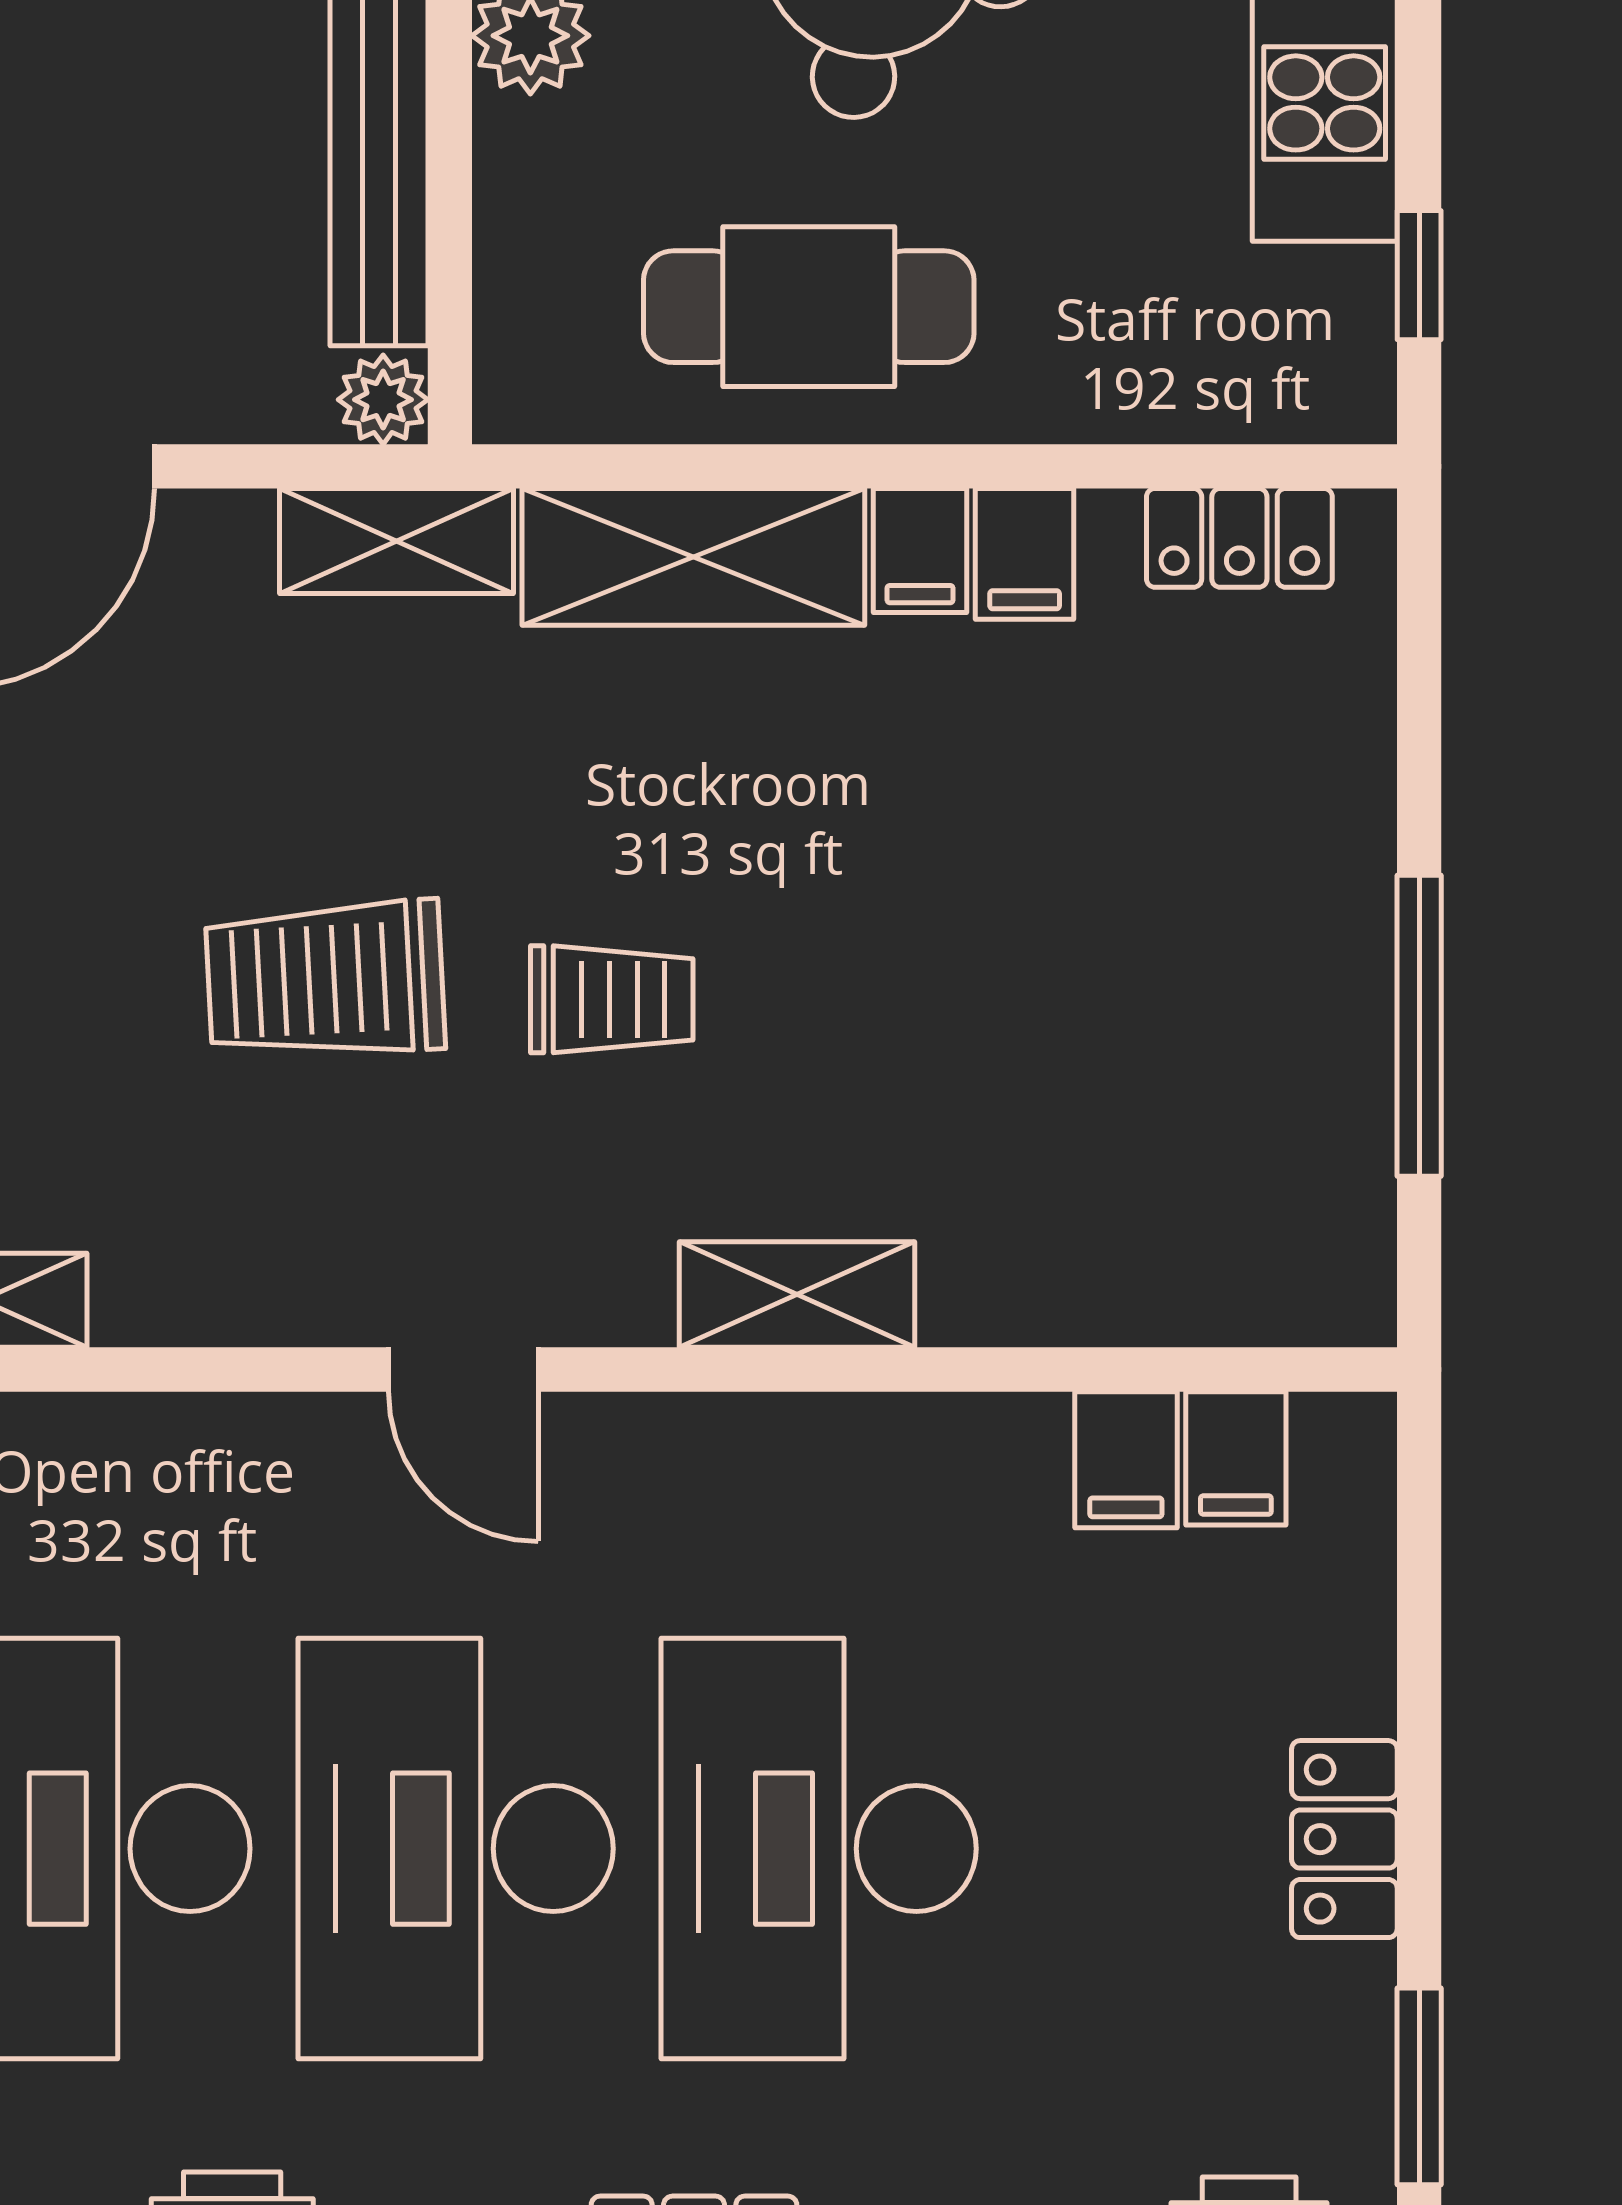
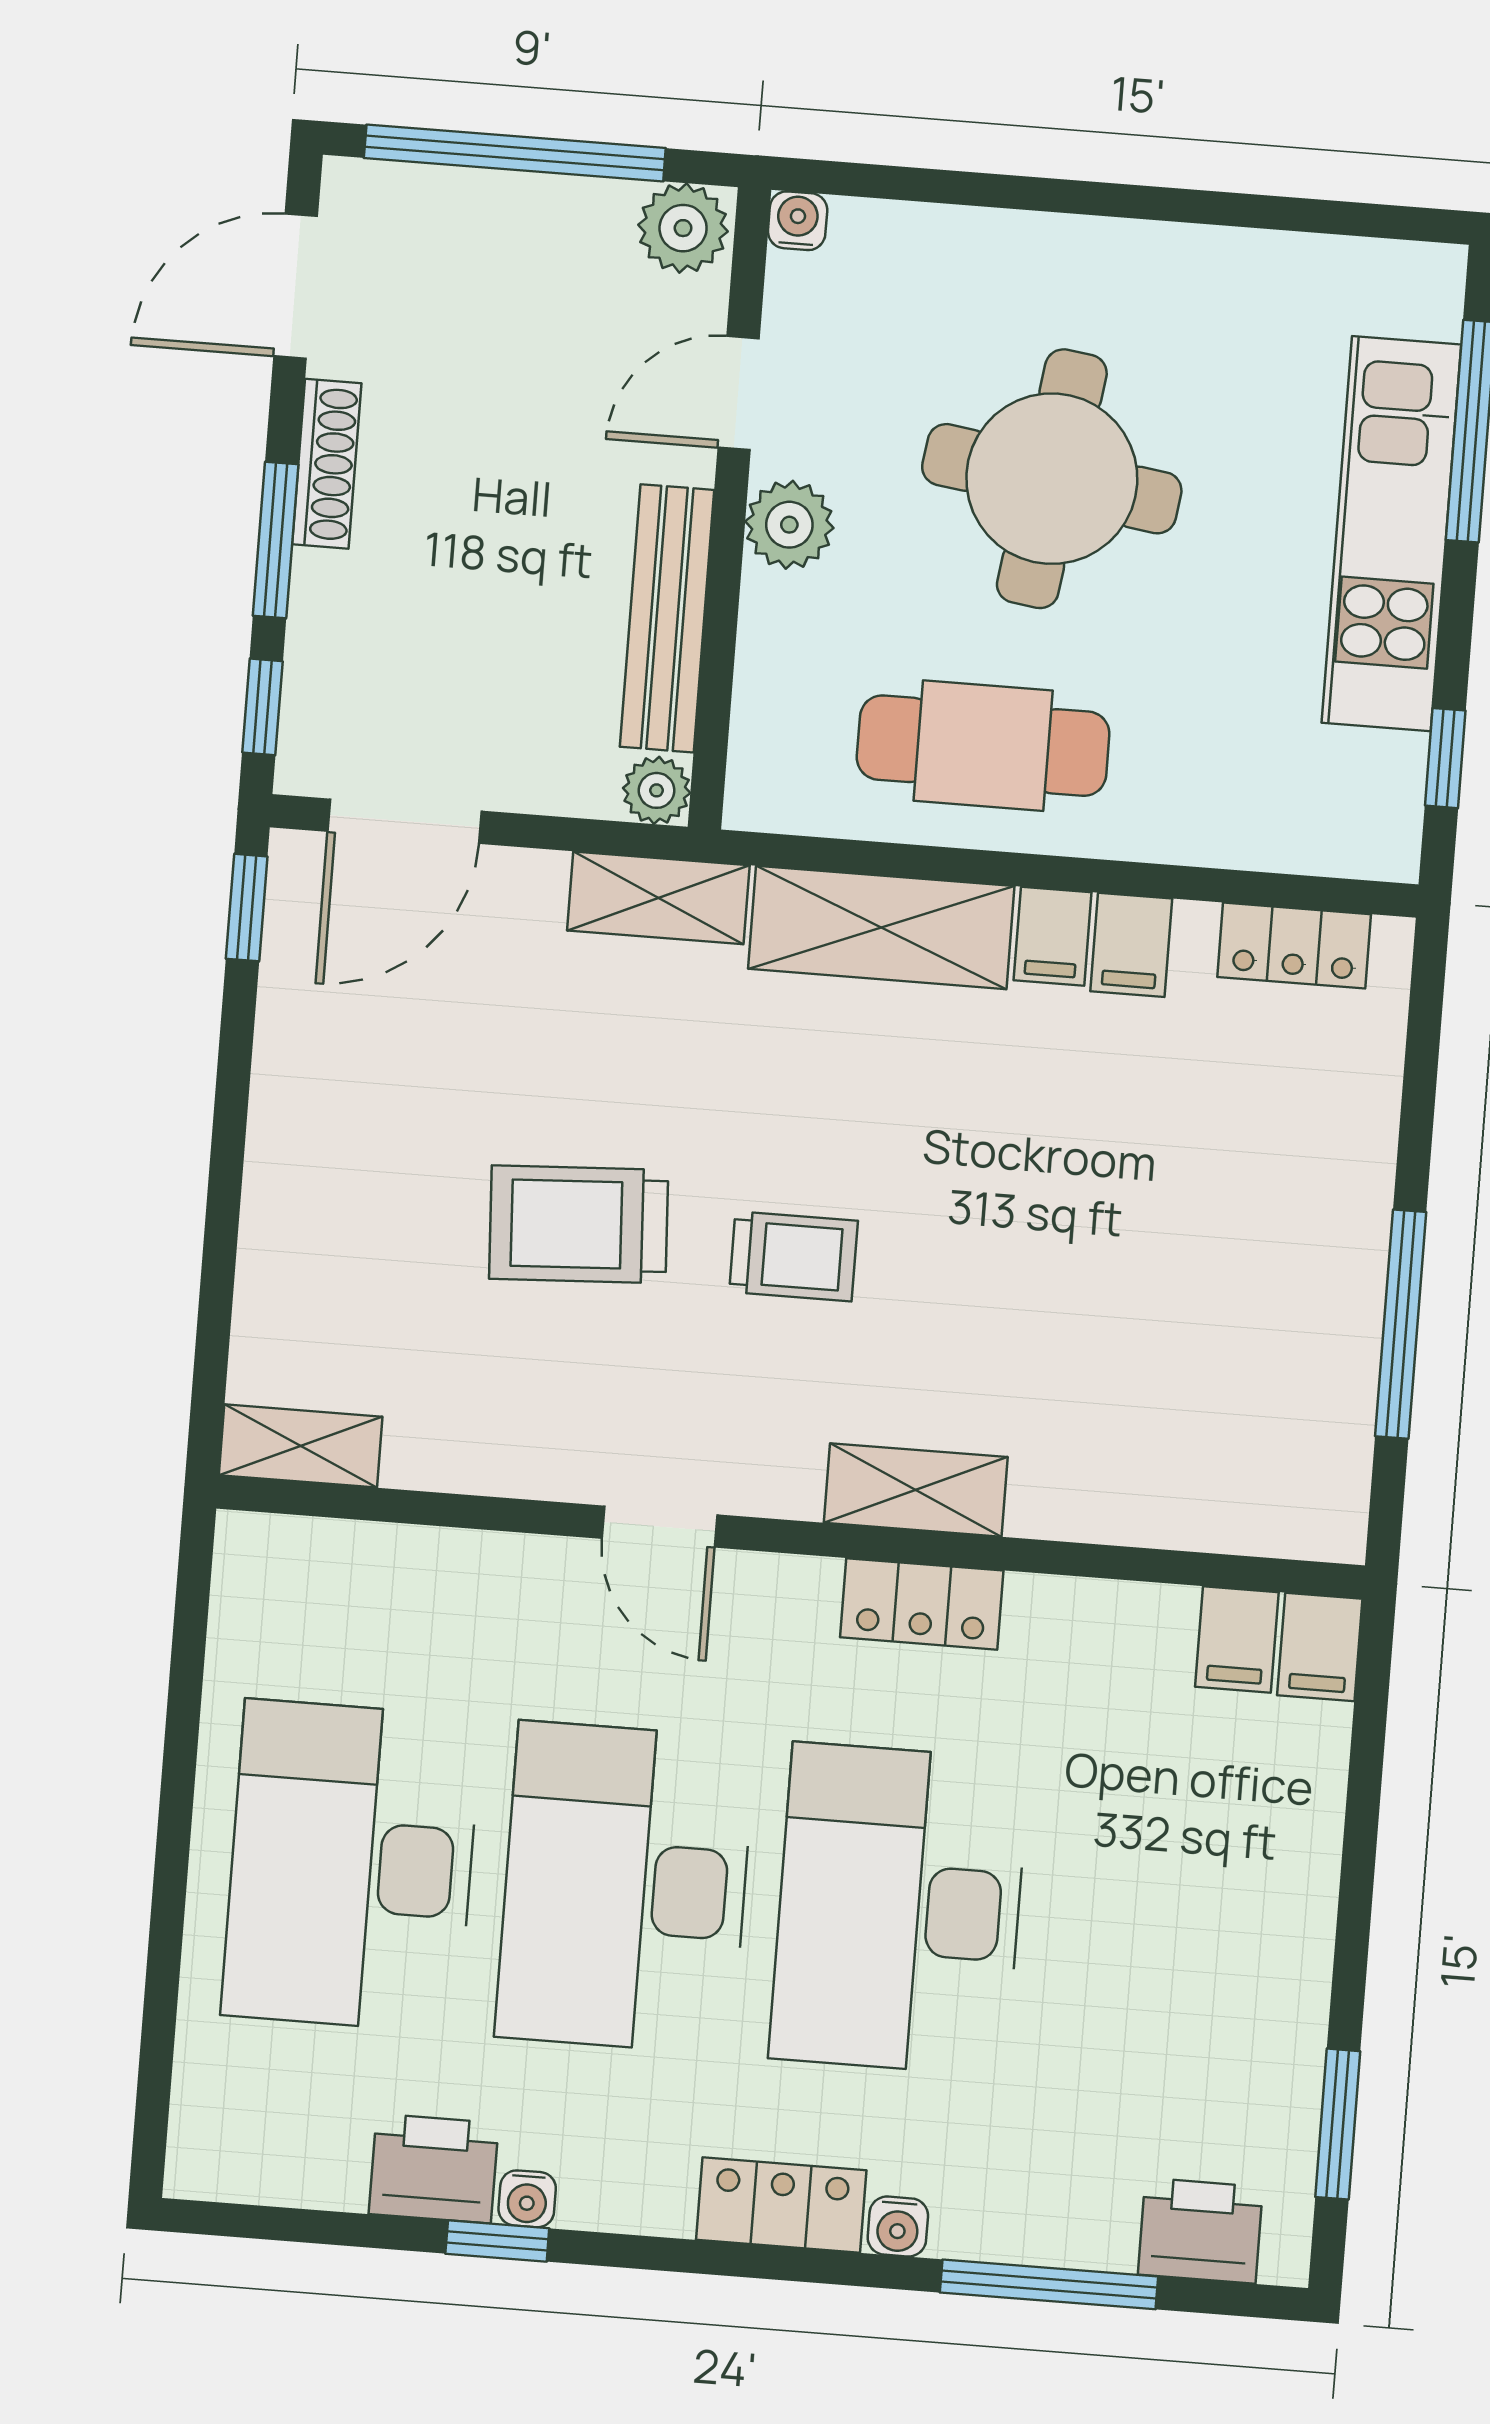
filing cabinet: (1126, 1460) -> (1320, 1647), moved
locker: (1344, 1839) -> (922, 1604), moved, turned -90

